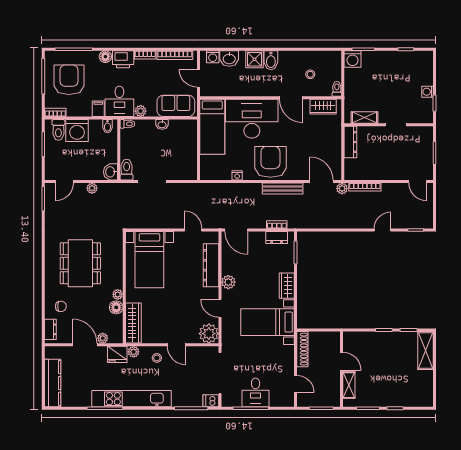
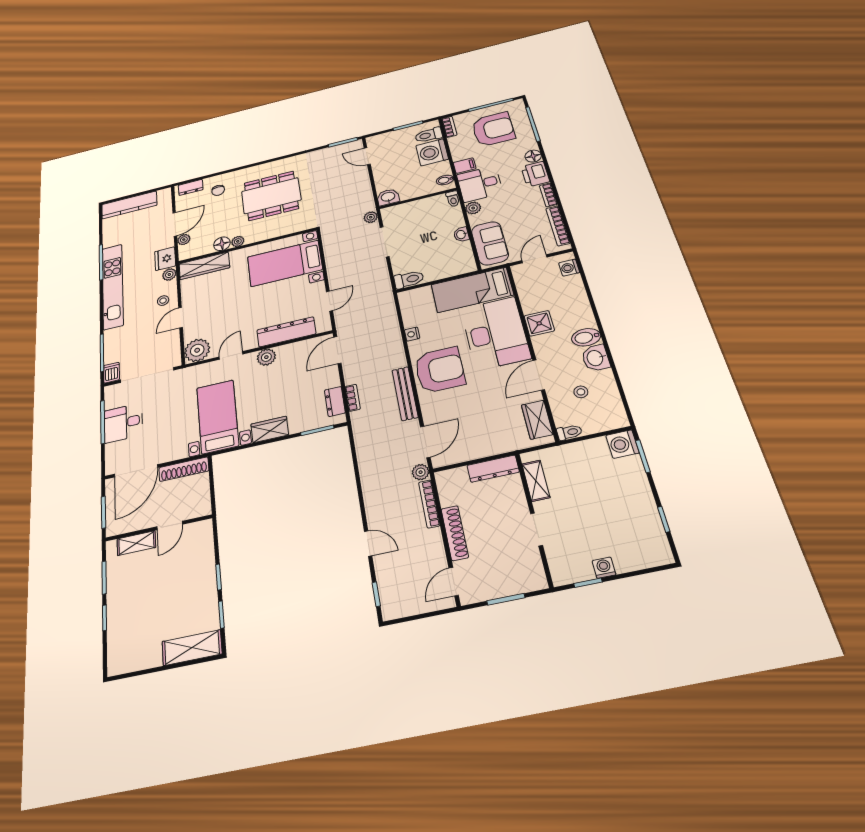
washbasin: (229, 58) -> (596, 358), moved
shower: (254, 59) -> (539, 323), moved
toilet: (127, 170) -> (409, 279), moved
shoe rack: (387, 175) -> (455, 533), added
plant: (92, 188) -> (371, 217), moved
door: (296, 384) -> (136, 471), width x1.87

